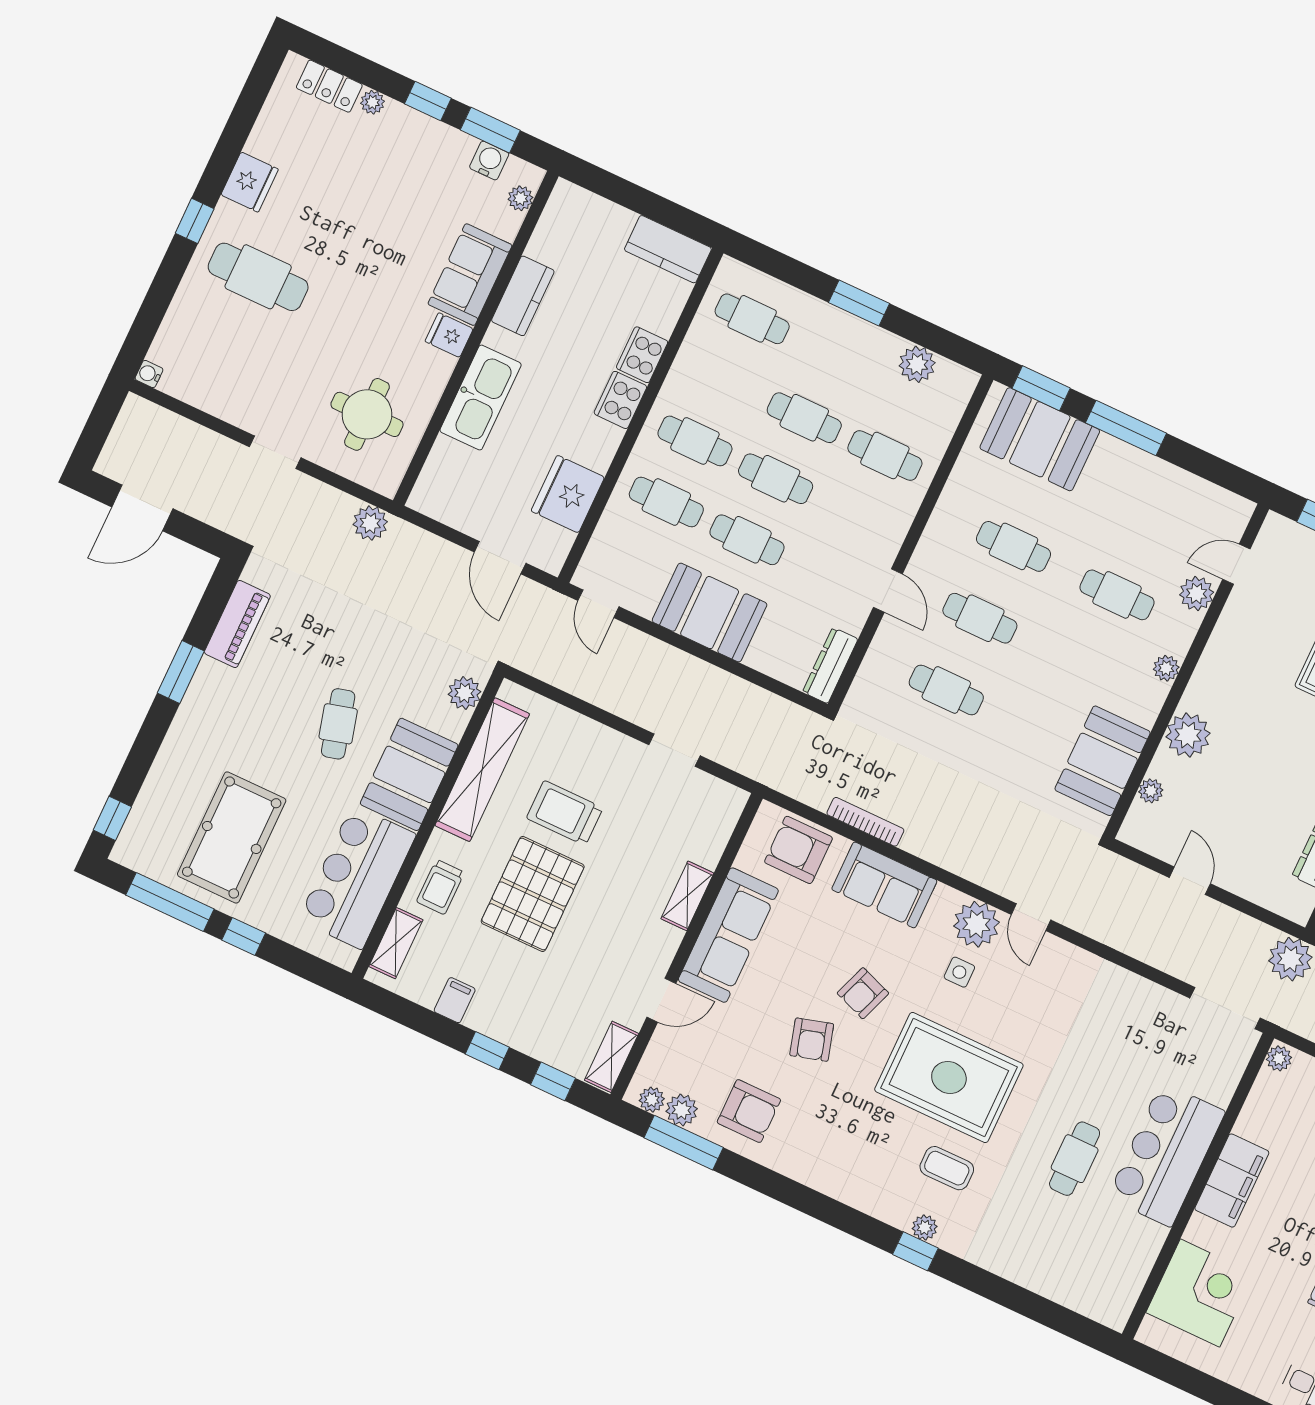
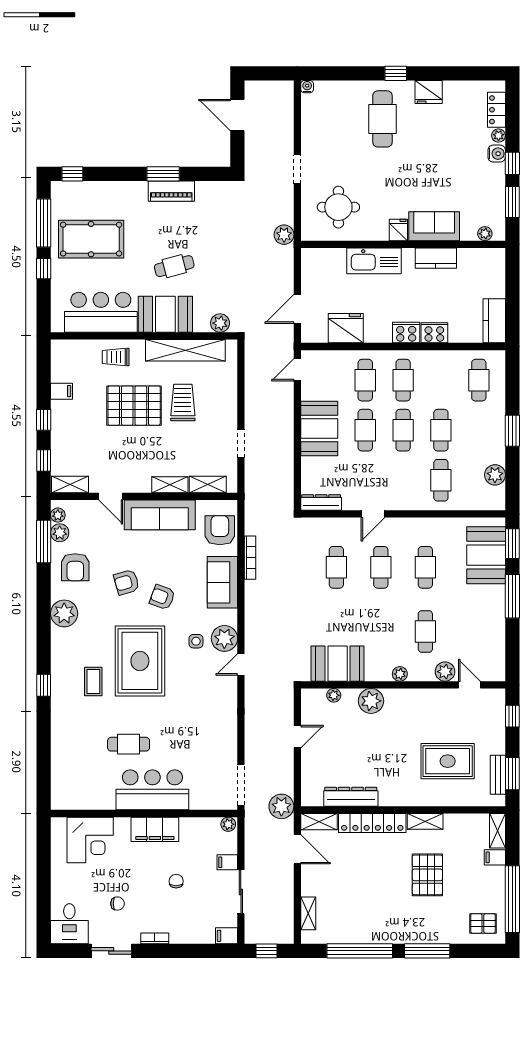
water cooler: (489, 161) -> (497, 154), moved
piano: (237, 624) -> (171, 191), moved
shelving: (396, 943) -> (208, 485), moved
plant: (925, 1228) -> (64, 613), moved, width x1.88, depth x1.88

